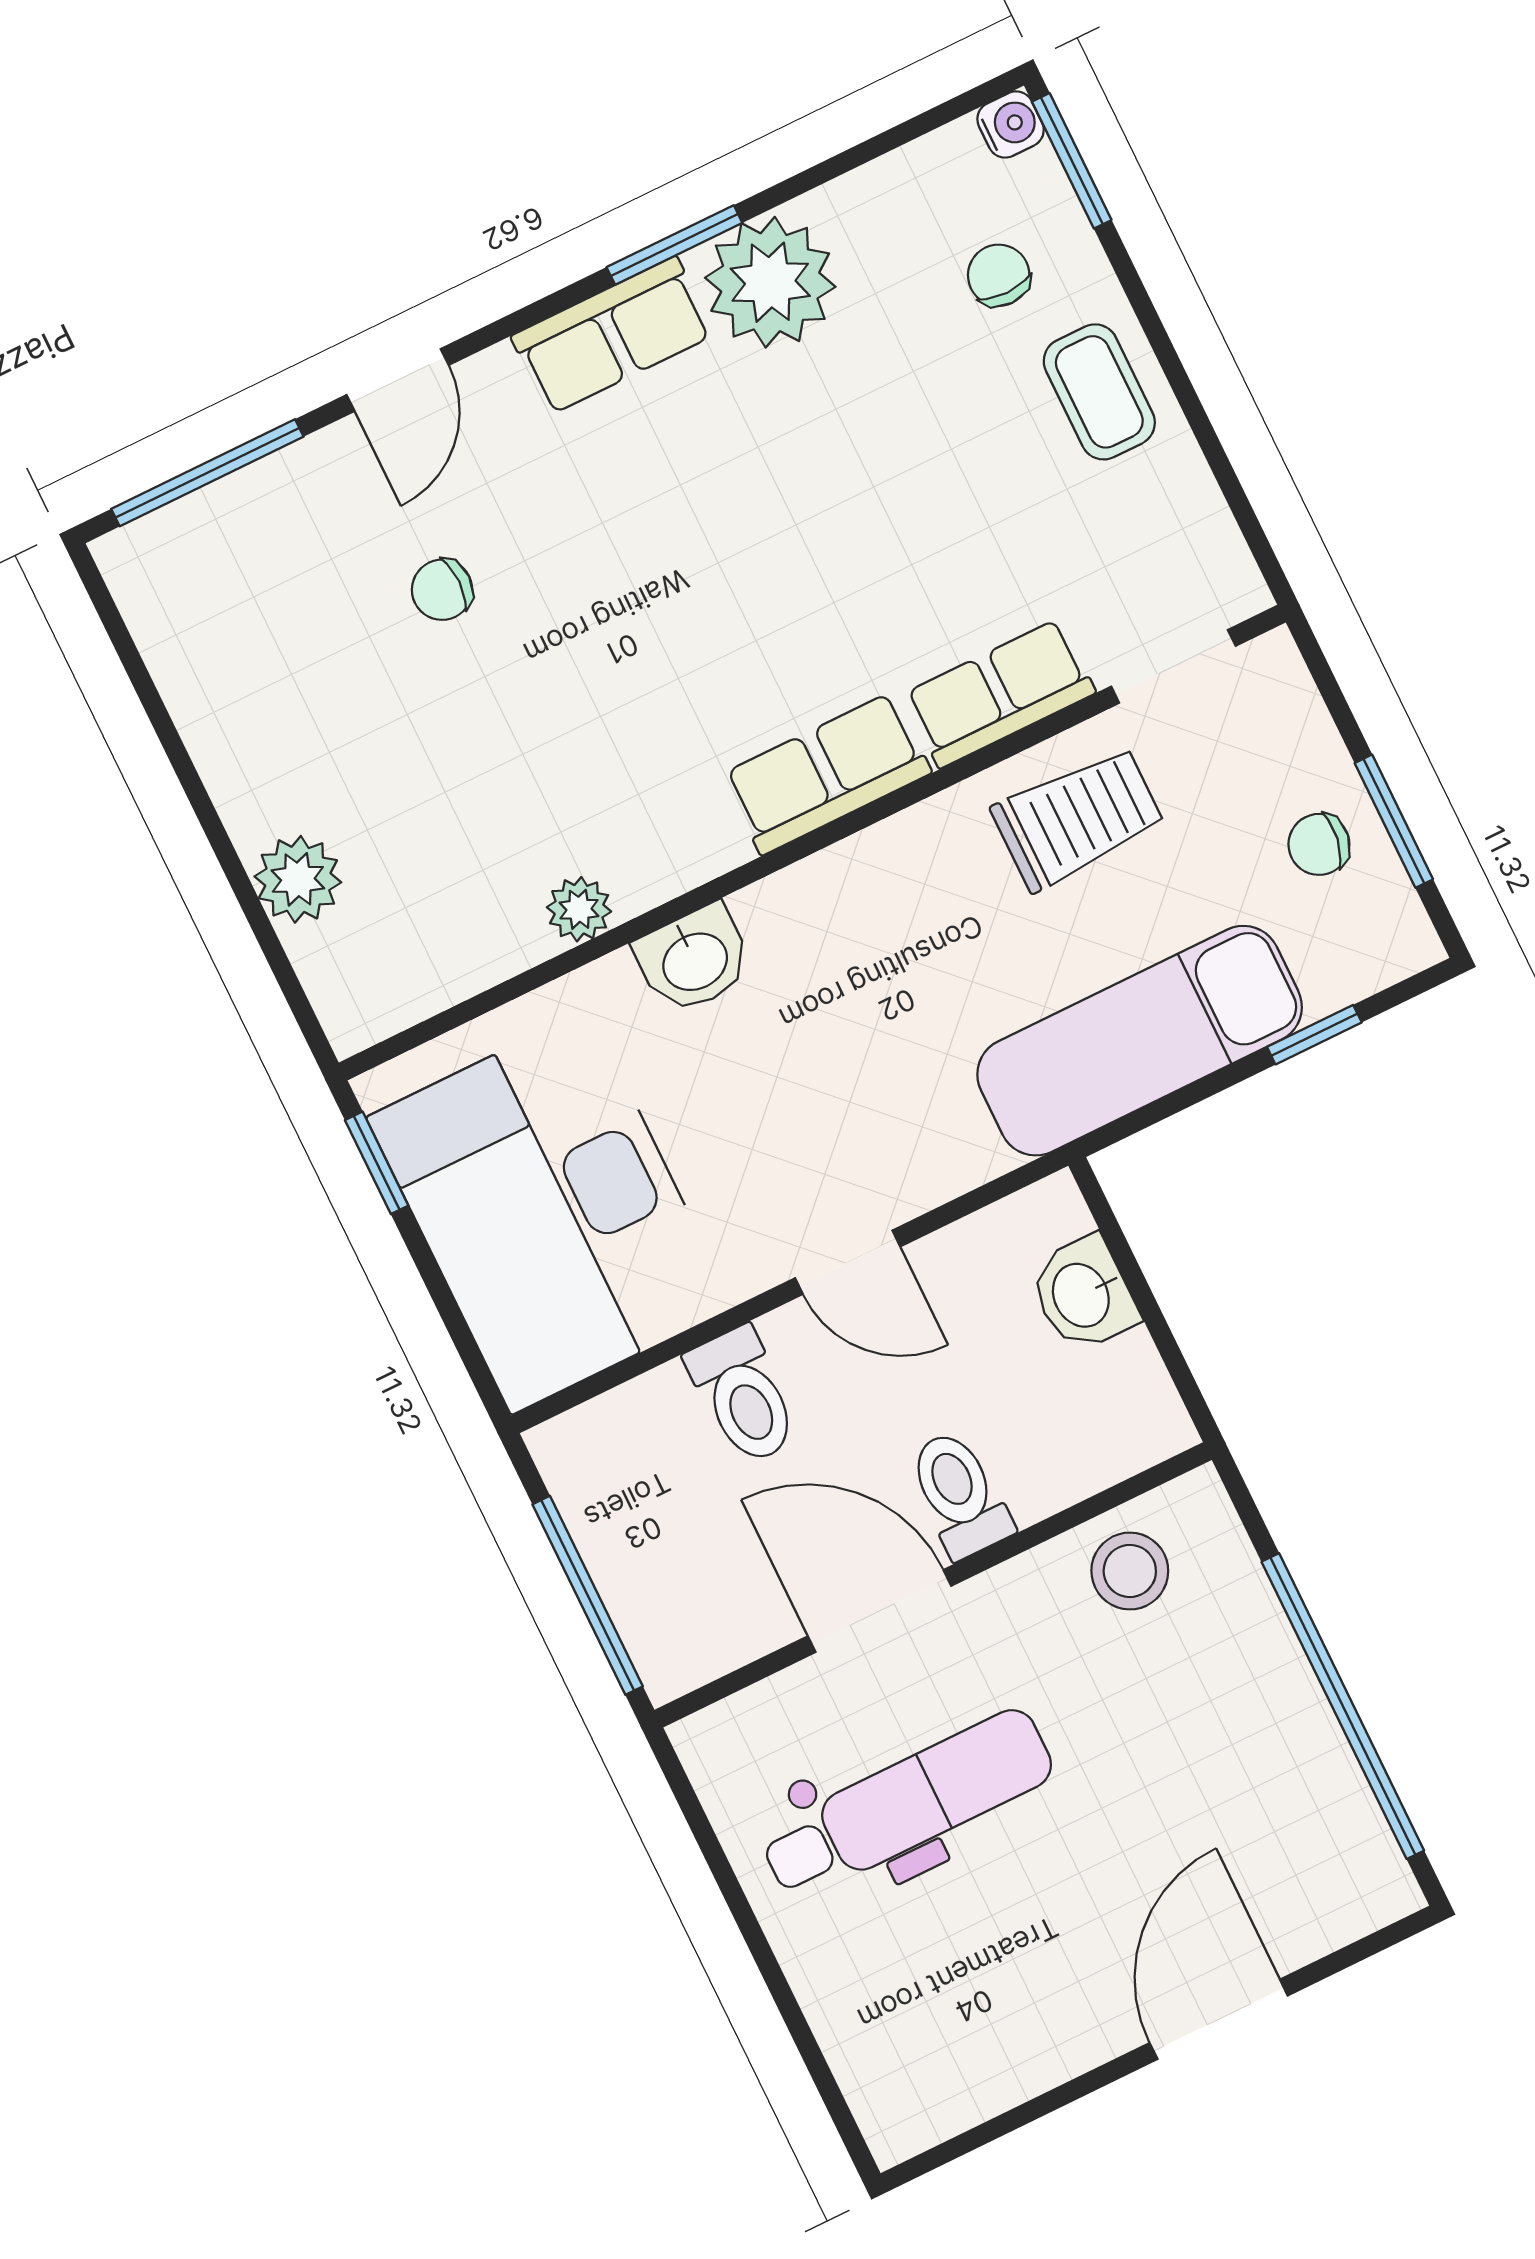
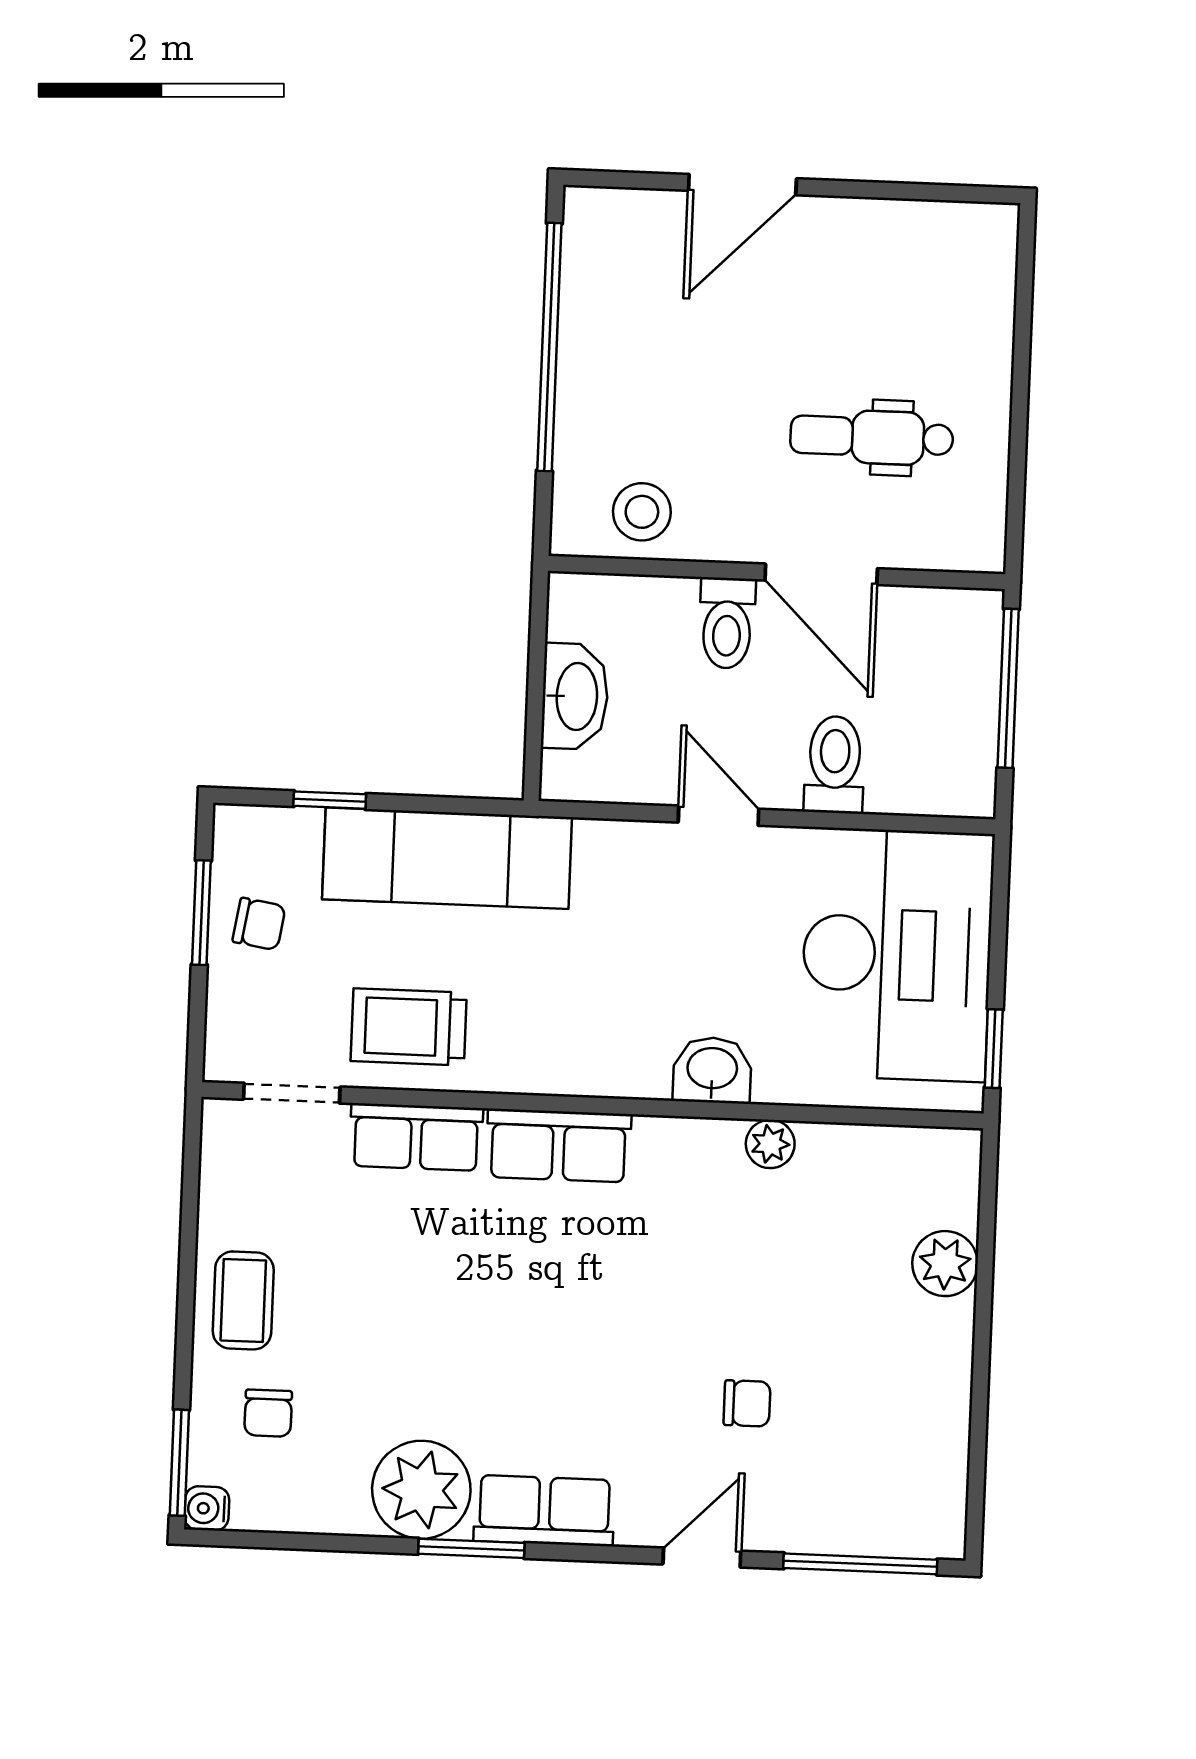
washbasin: (1083, 1294) -> (575, 696), width x1.38
dental chair: (907, 1804) -> (872, 437), width x0.73, depth x0.72

